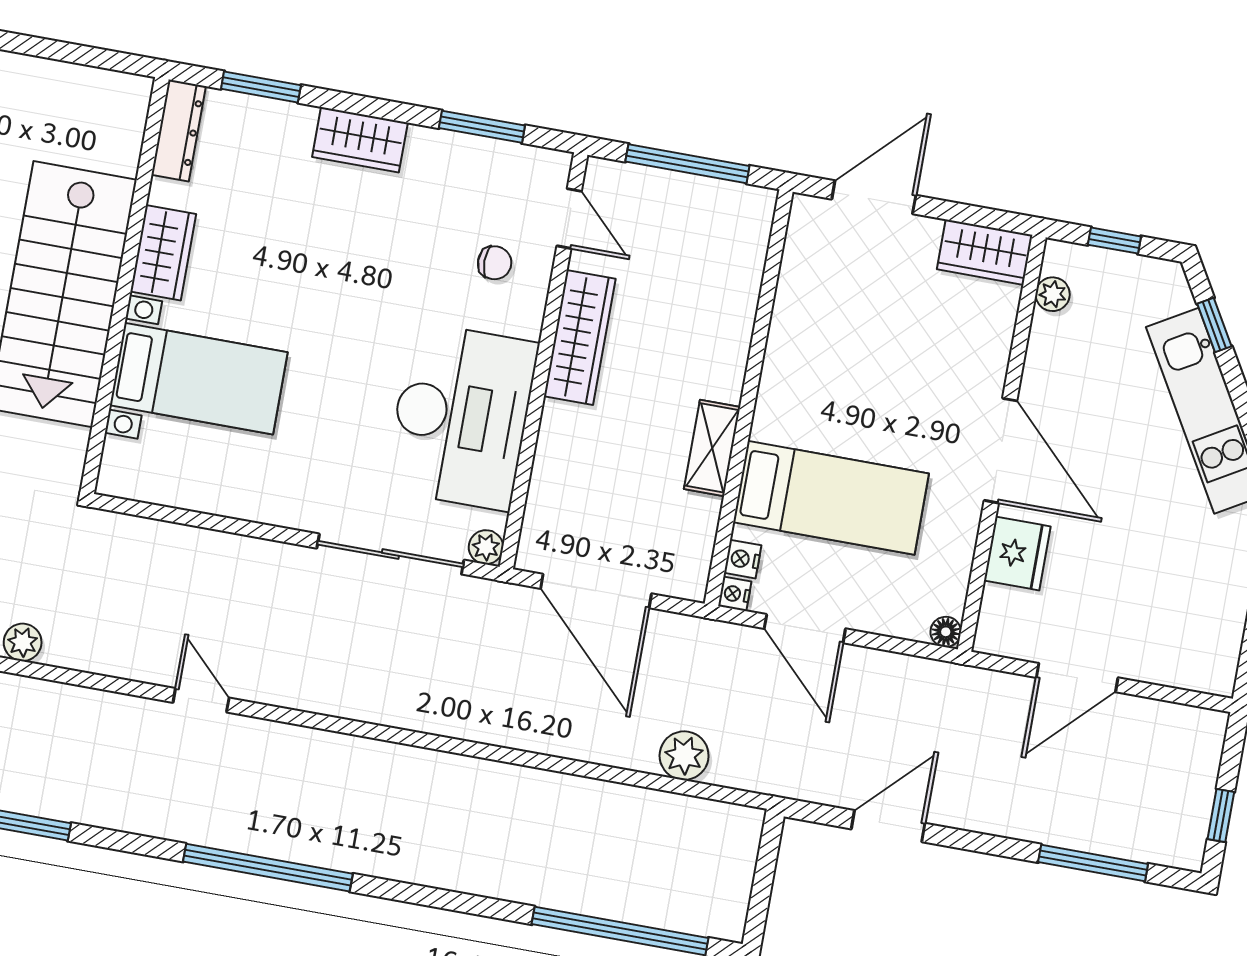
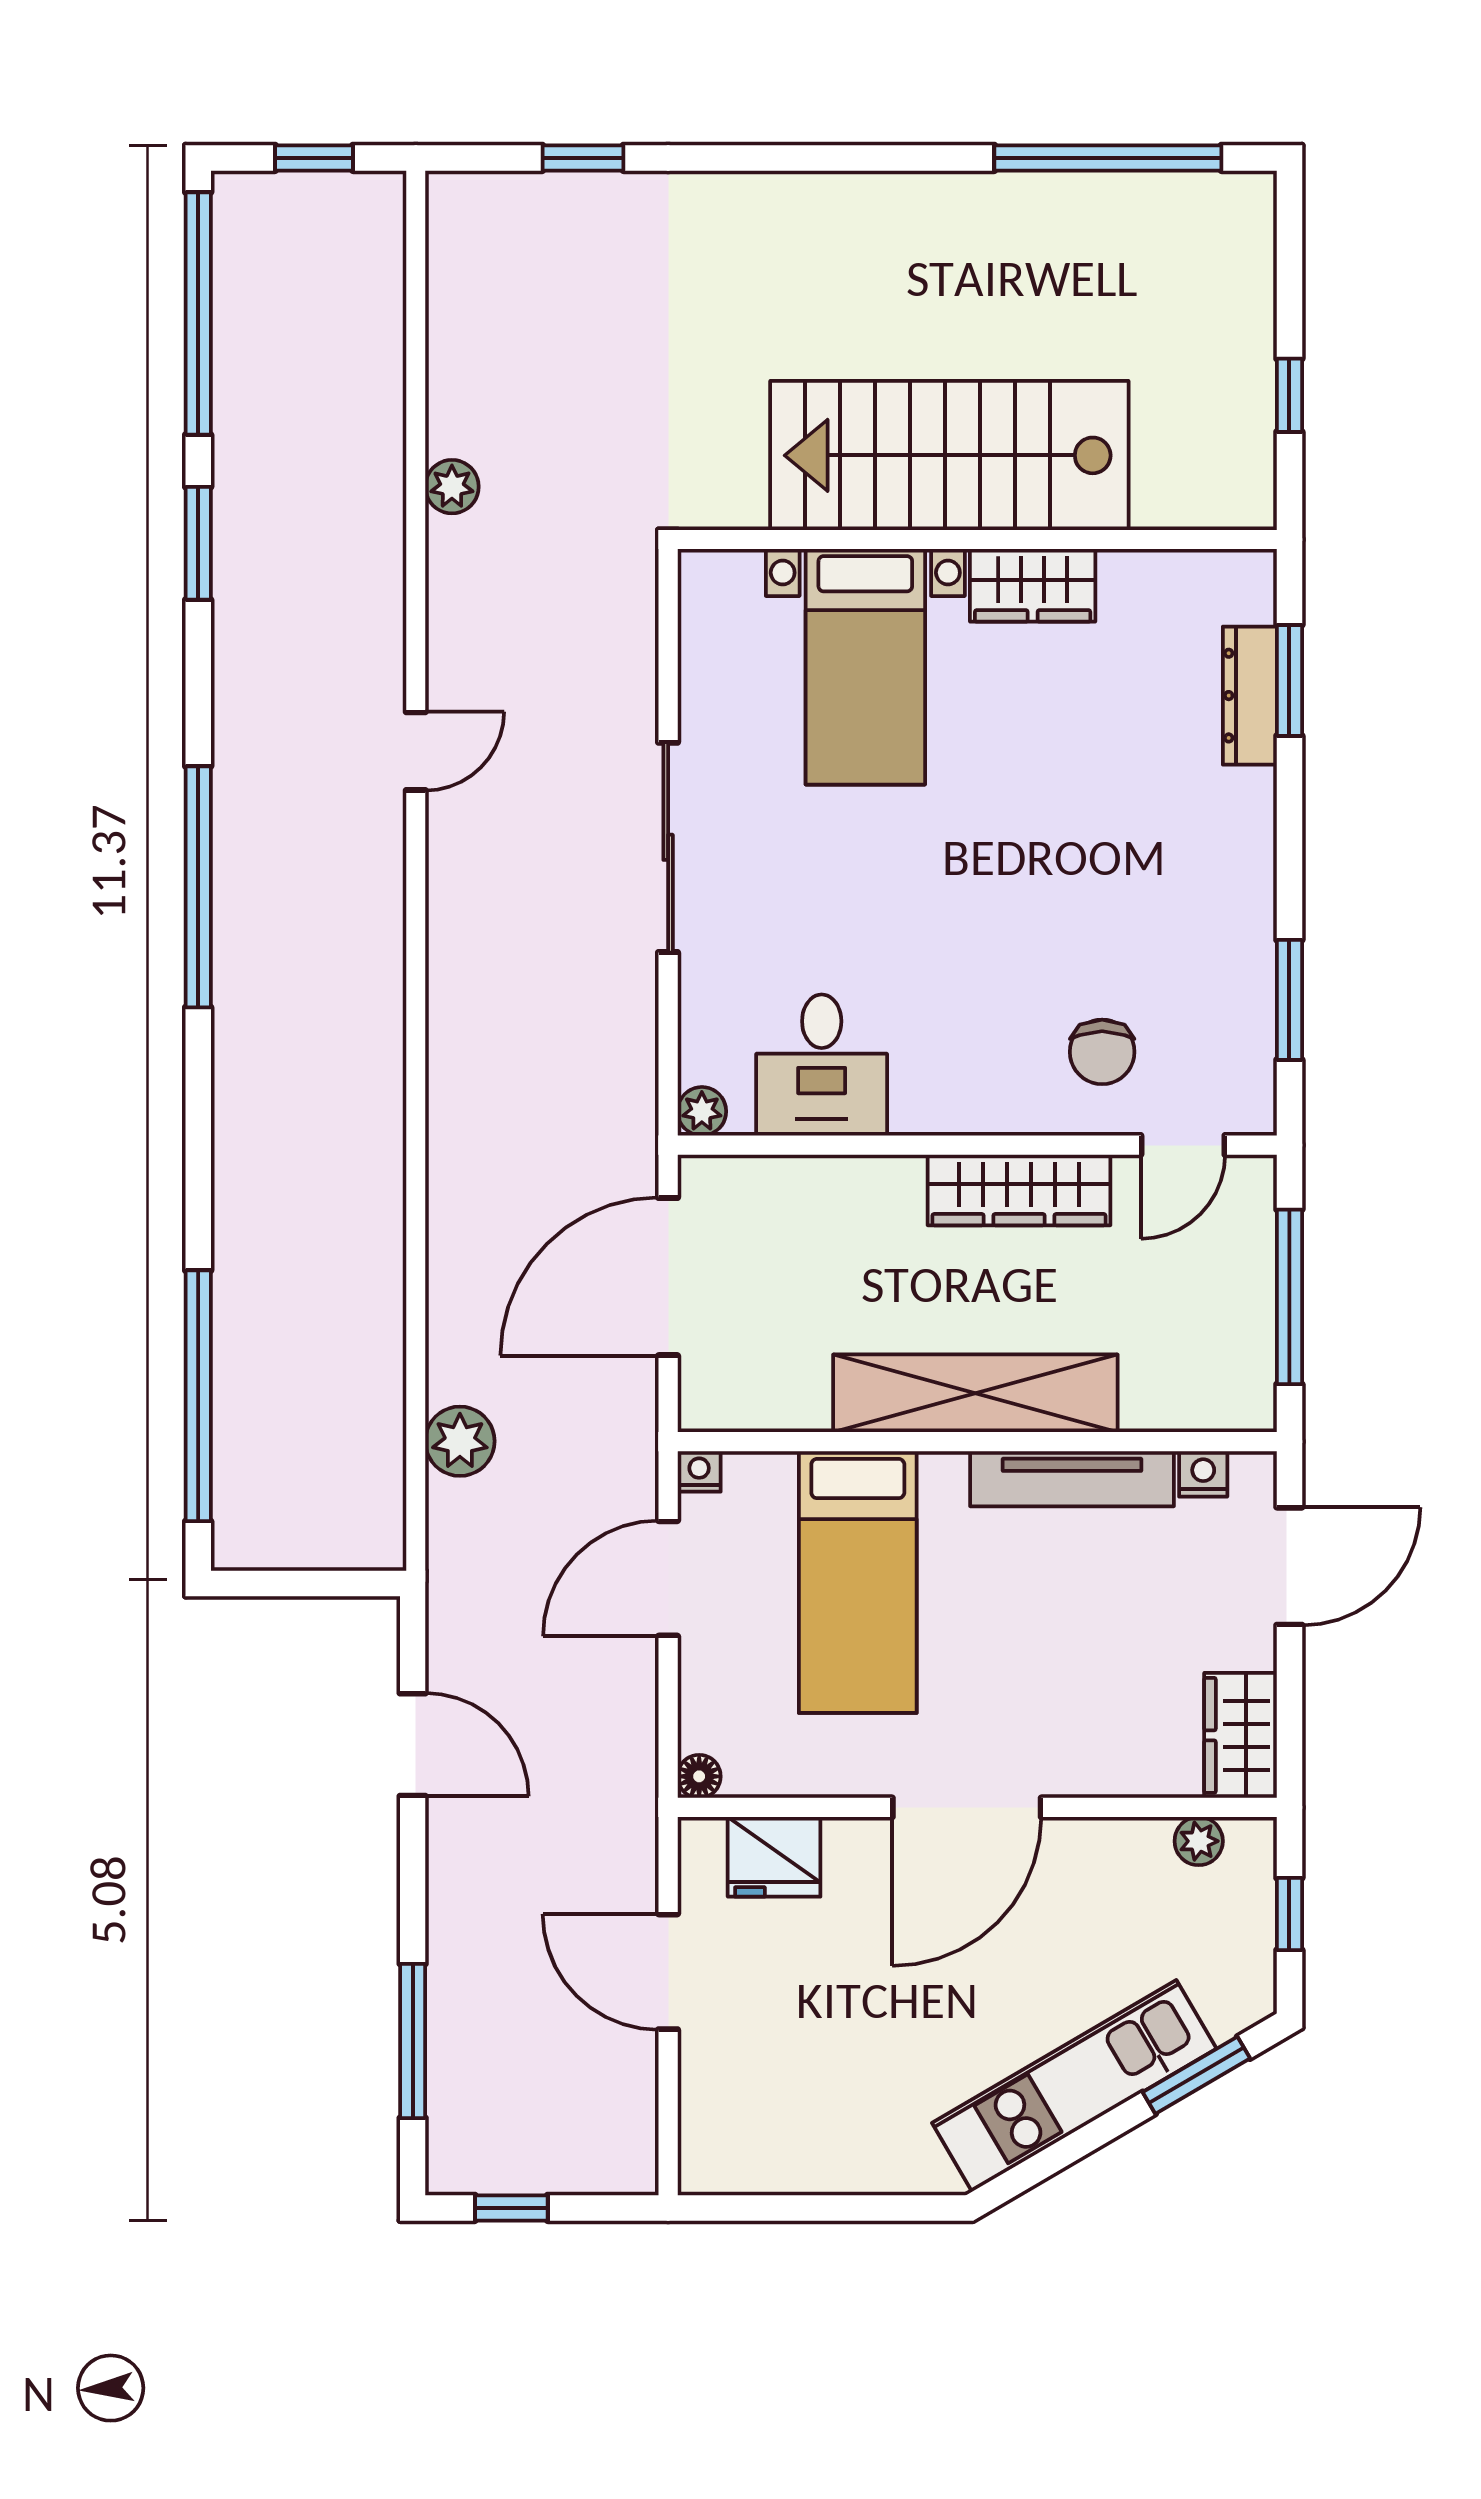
window: (64, 51) -> (1289, 395), added
dresser: (179, 130) -> (1250, 696), moved, turned 90
wardrobe: (360, 140) -> (1240, 832), removed
door: (874, 197) -> (1289, 1566), hinge flipped
chair: (495, 263) -> (1102, 1052), width x1.37, depth x1.37
window: (1214, 325) -> (1196, 2075), width x1.50
tv unit: (786, 337) -> (1072, 1479), added
desk: (461, 416) -> (822, 1065), width x0.53, depth x0.77
shelving: (712, 448) -> (975, 1393), width x2.20, depth x1.33
fridge: (1017, 553) -> (774, 1857), moved
sliding door: (390, 554) -> (668, 847), moved
nightstand: (743, 559) -> (1203, 1474), moved

